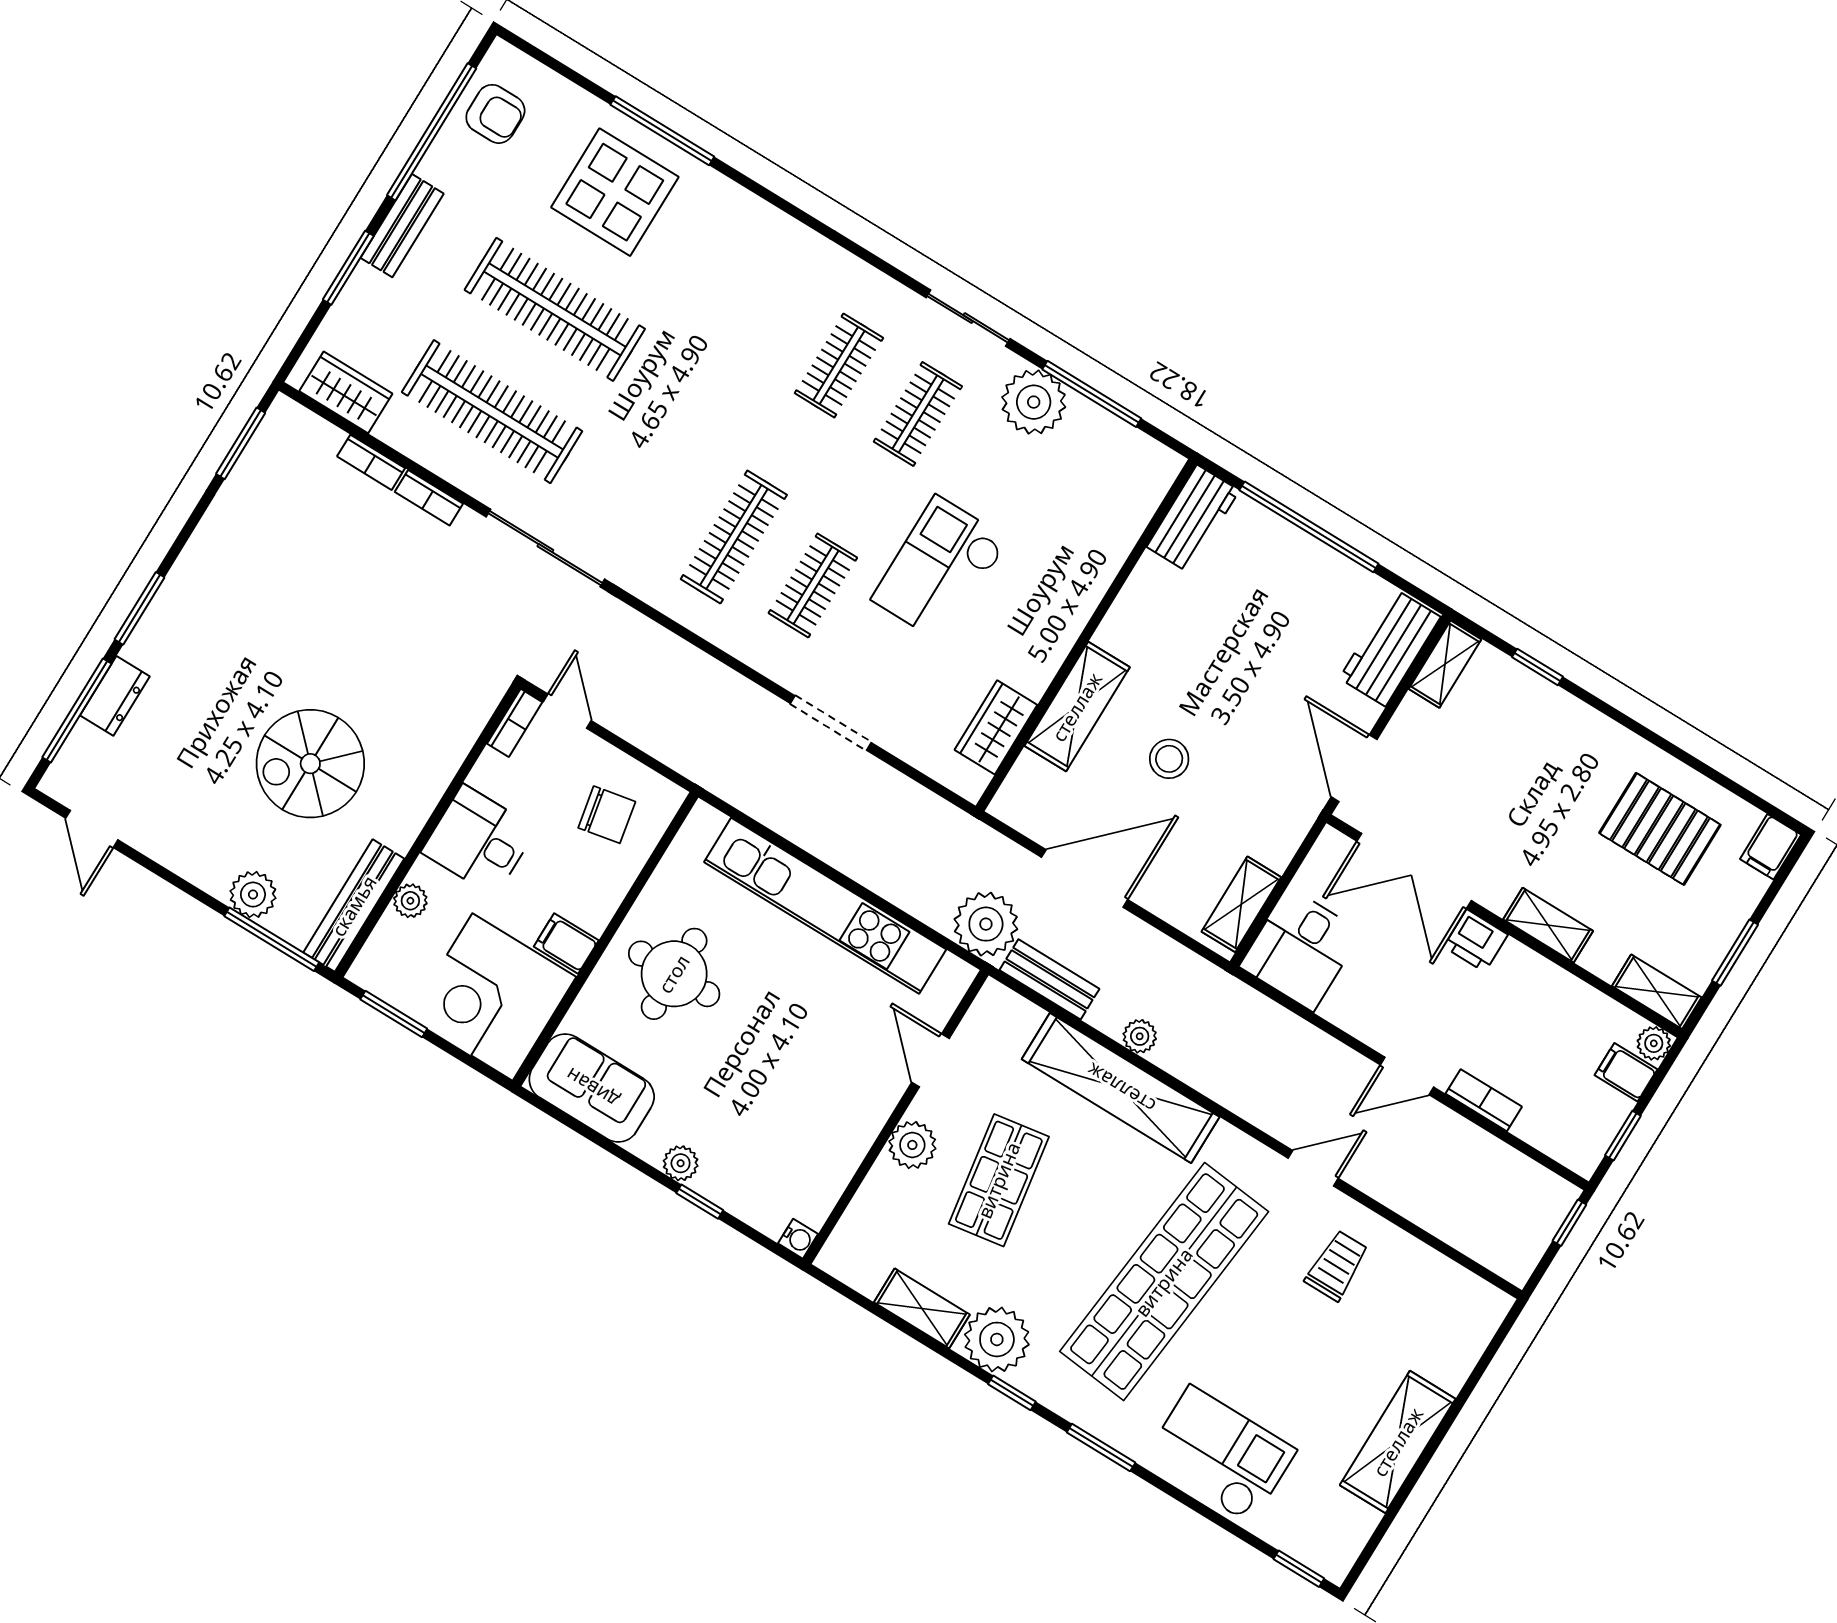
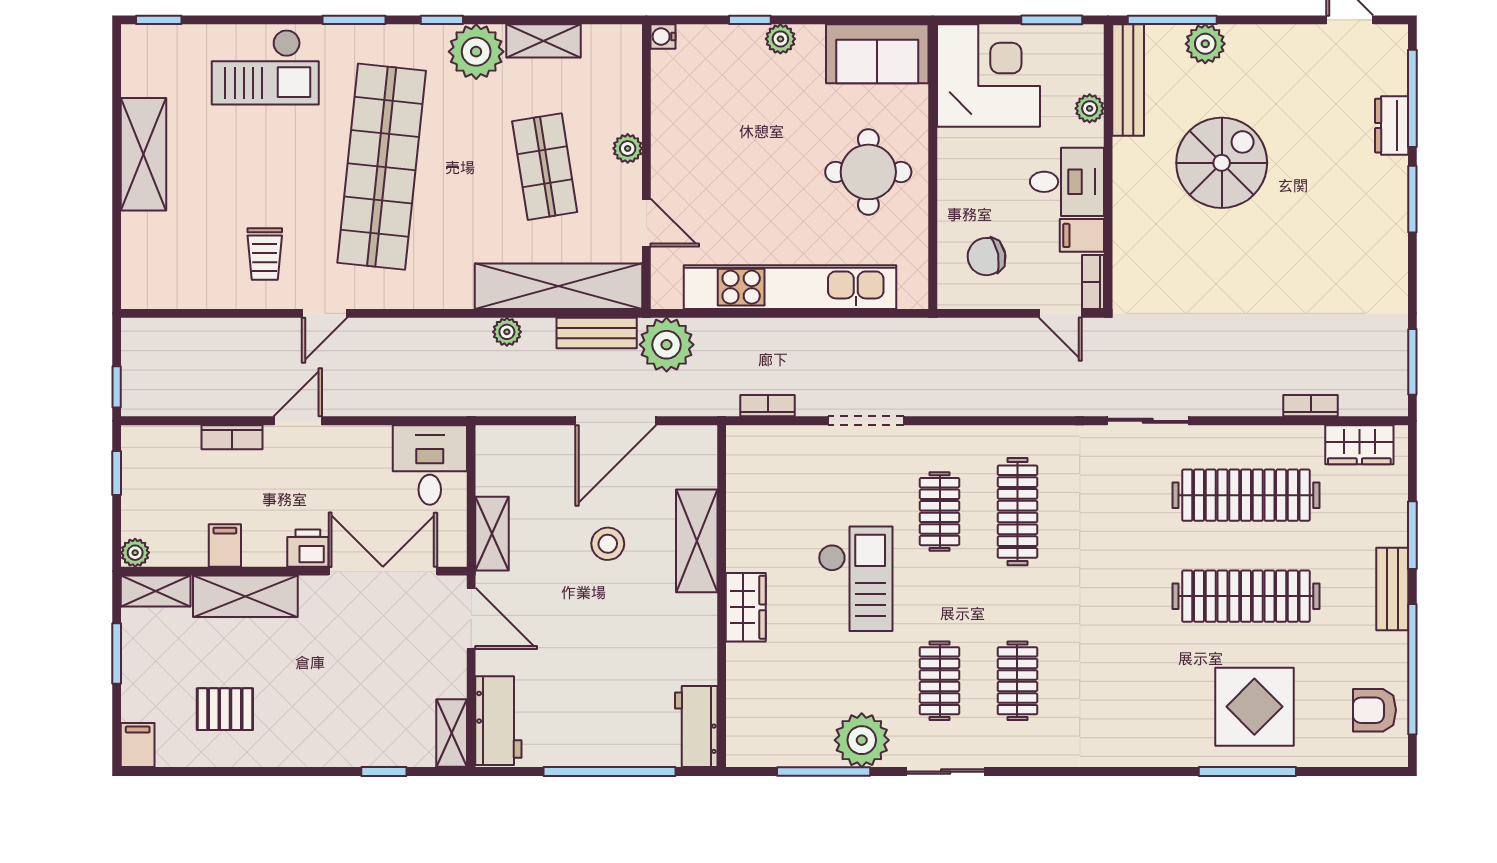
bookcase: (429, 498) -> (768, 406), moved
sliding door: (545, 548) -> (1148, 421), width x0.73
wardrobe: (996, 727) -> (746, 607), moved
pallet: (1660, 829) -> (225, 709), width x0.67, depth x0.71
shelving: (1241, 904) -> (492, 534), moved
shelving: (1548, 925) -> (245, 596), width x1.50, depth x1.33
filing cabinet: (566, 943) -> (1082, 235), moved, turned 180
filing cabinet: (1626, 1072) -> (225, 545), moved, turned -90
shelving: (1121, 1088) -> (558, 286), moved
plant: (912, 1145) -> (628, 148), width x0.73, depth x0.73

